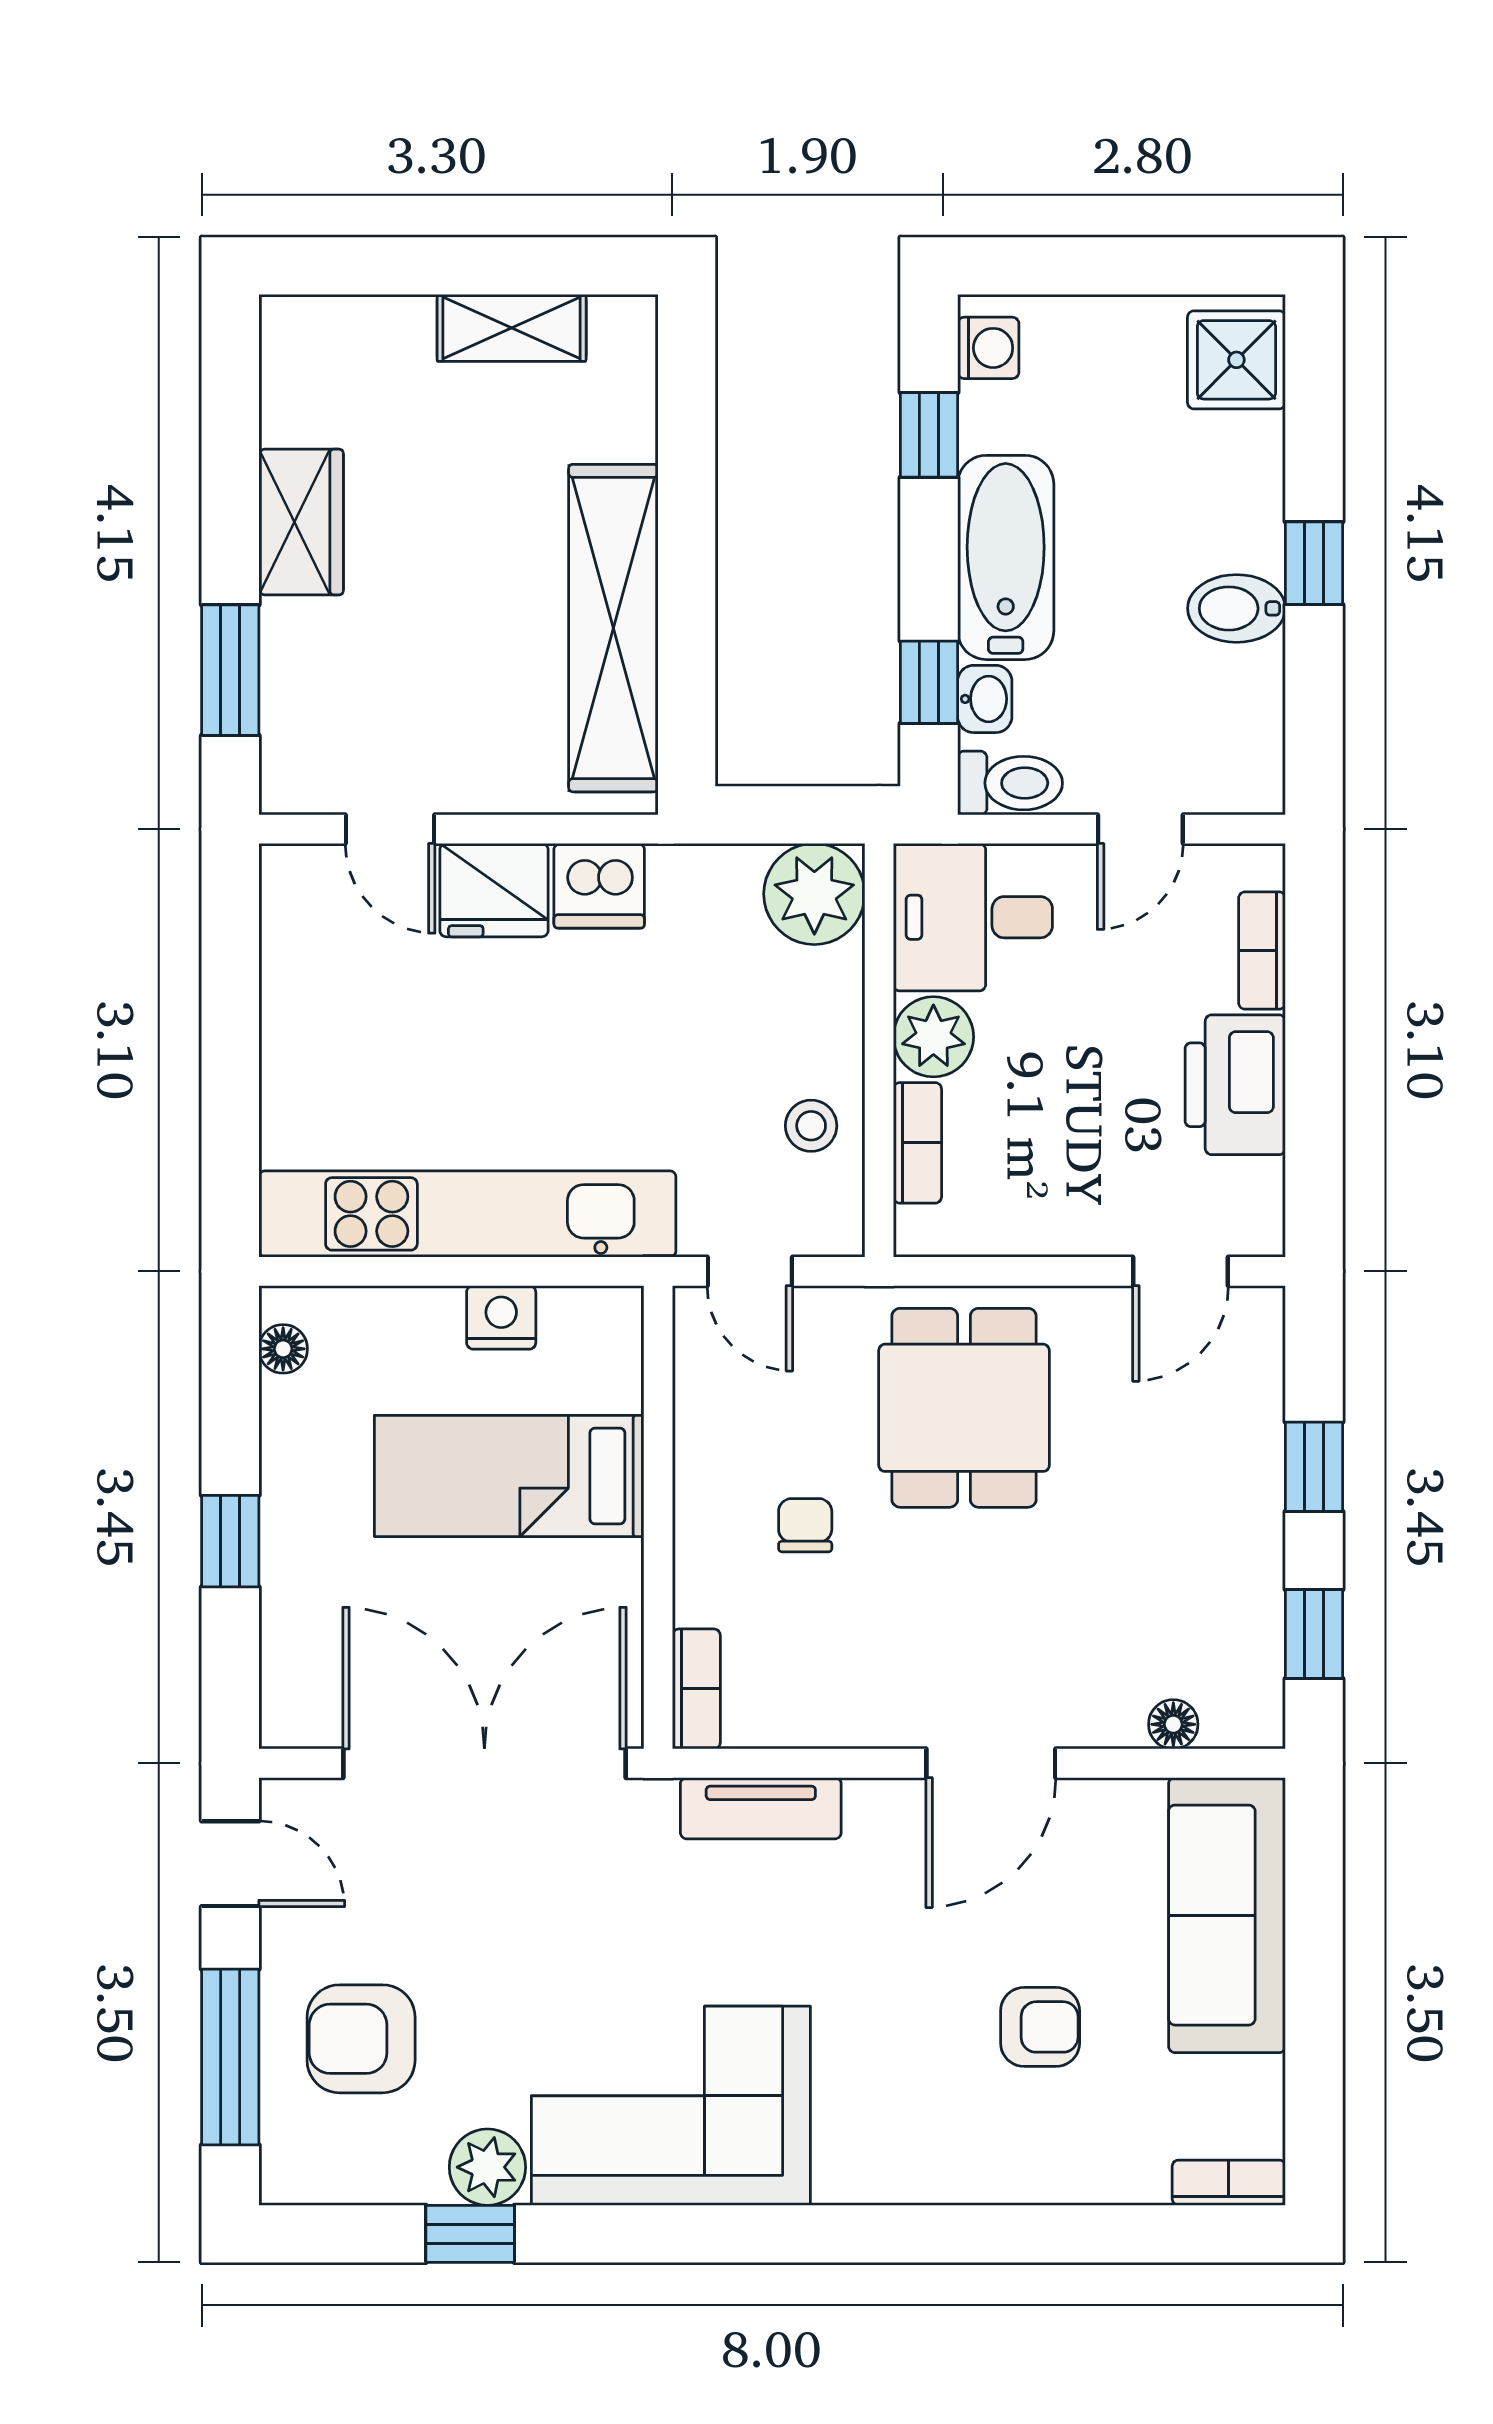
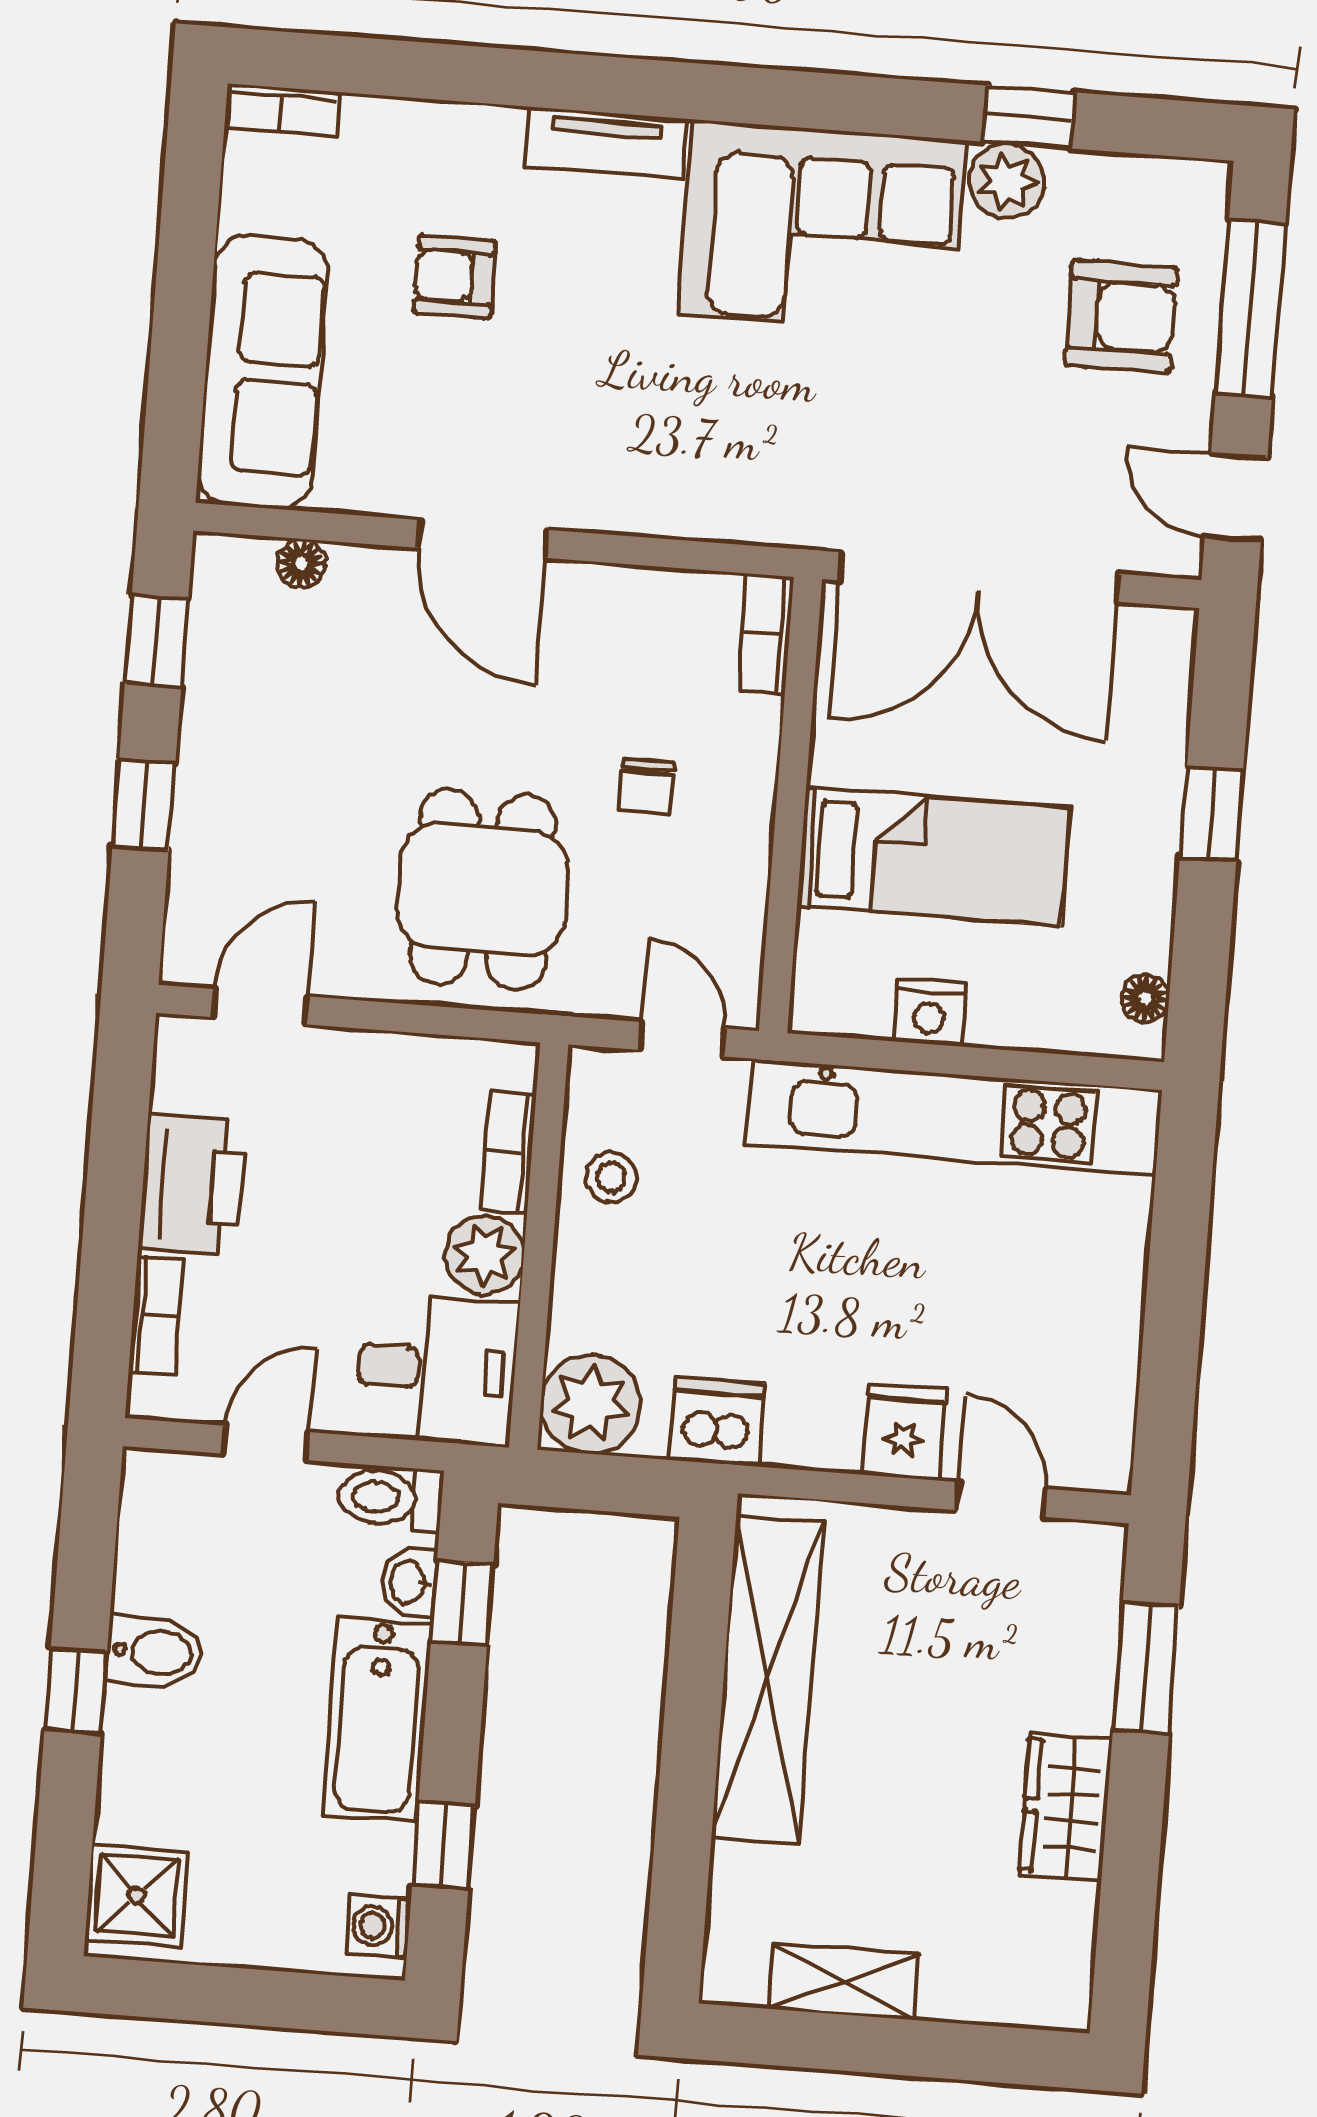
dishwasher: (599, 886) -> (717, 1422), moved
fridge: (494, 890) -> (904, 1432), width x0.72
door: (991, 1763) -> (483, 539), swing flipped
tv unit: (761, 1808) -> (606, 143), moved, turned 180

